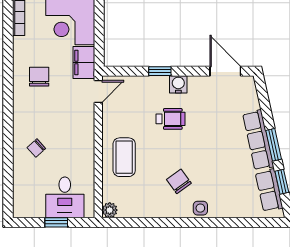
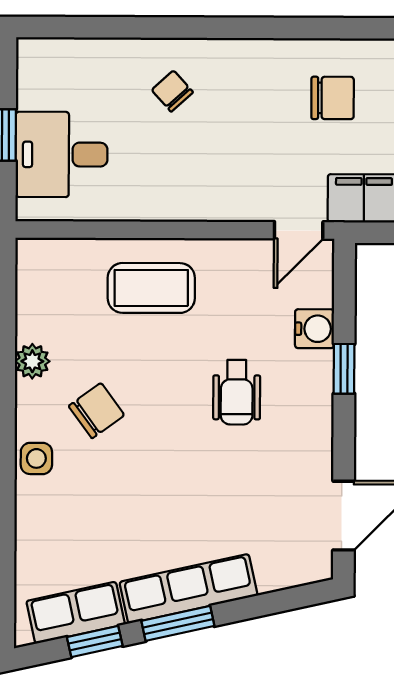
water cooler: (178, 84) -> (314, 329), moved
door: (98, 92) -> (299, 230), hinge flipped
plant: (110, 210) -> (32, 361), moved

